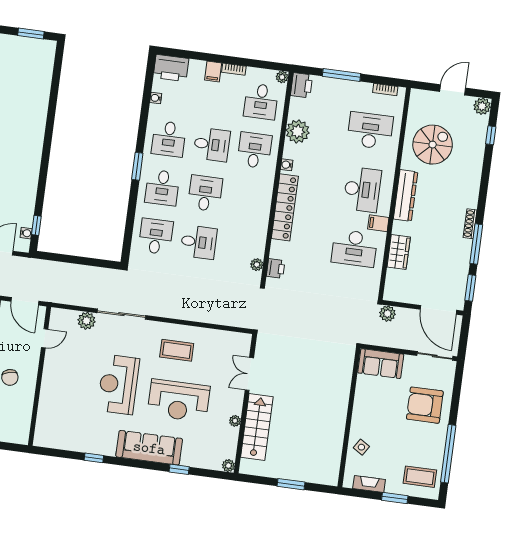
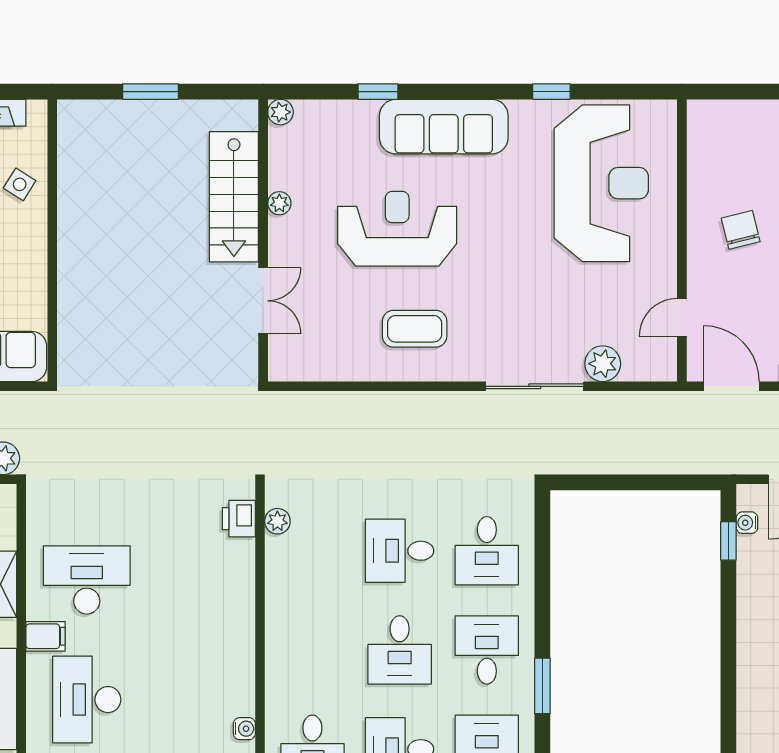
locker: (285, 207) -> (237, 643), removed
reception desk: (118, 385) -> (601, 183), moved, width x1.36, depth x1.30

